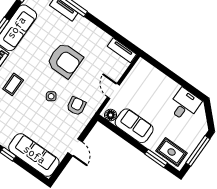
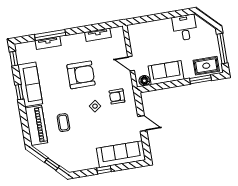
tv unit: (122, 50) -> (98, 35), moved
armchair: (76, 106) -> (117, 96), turned -80

